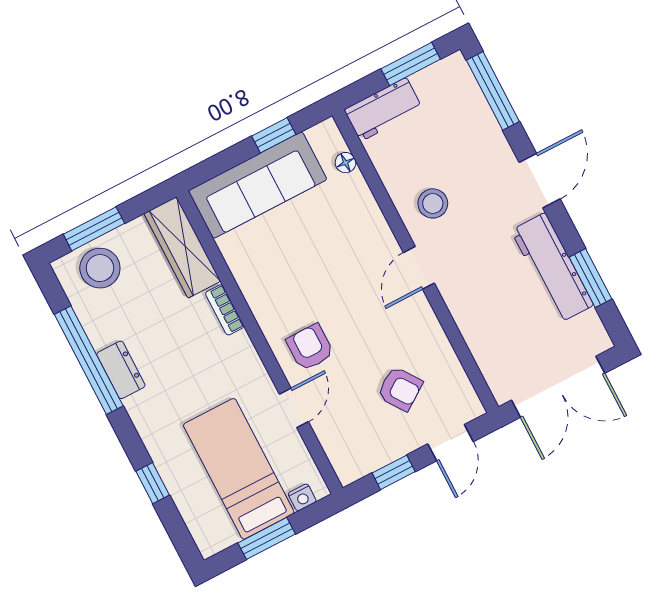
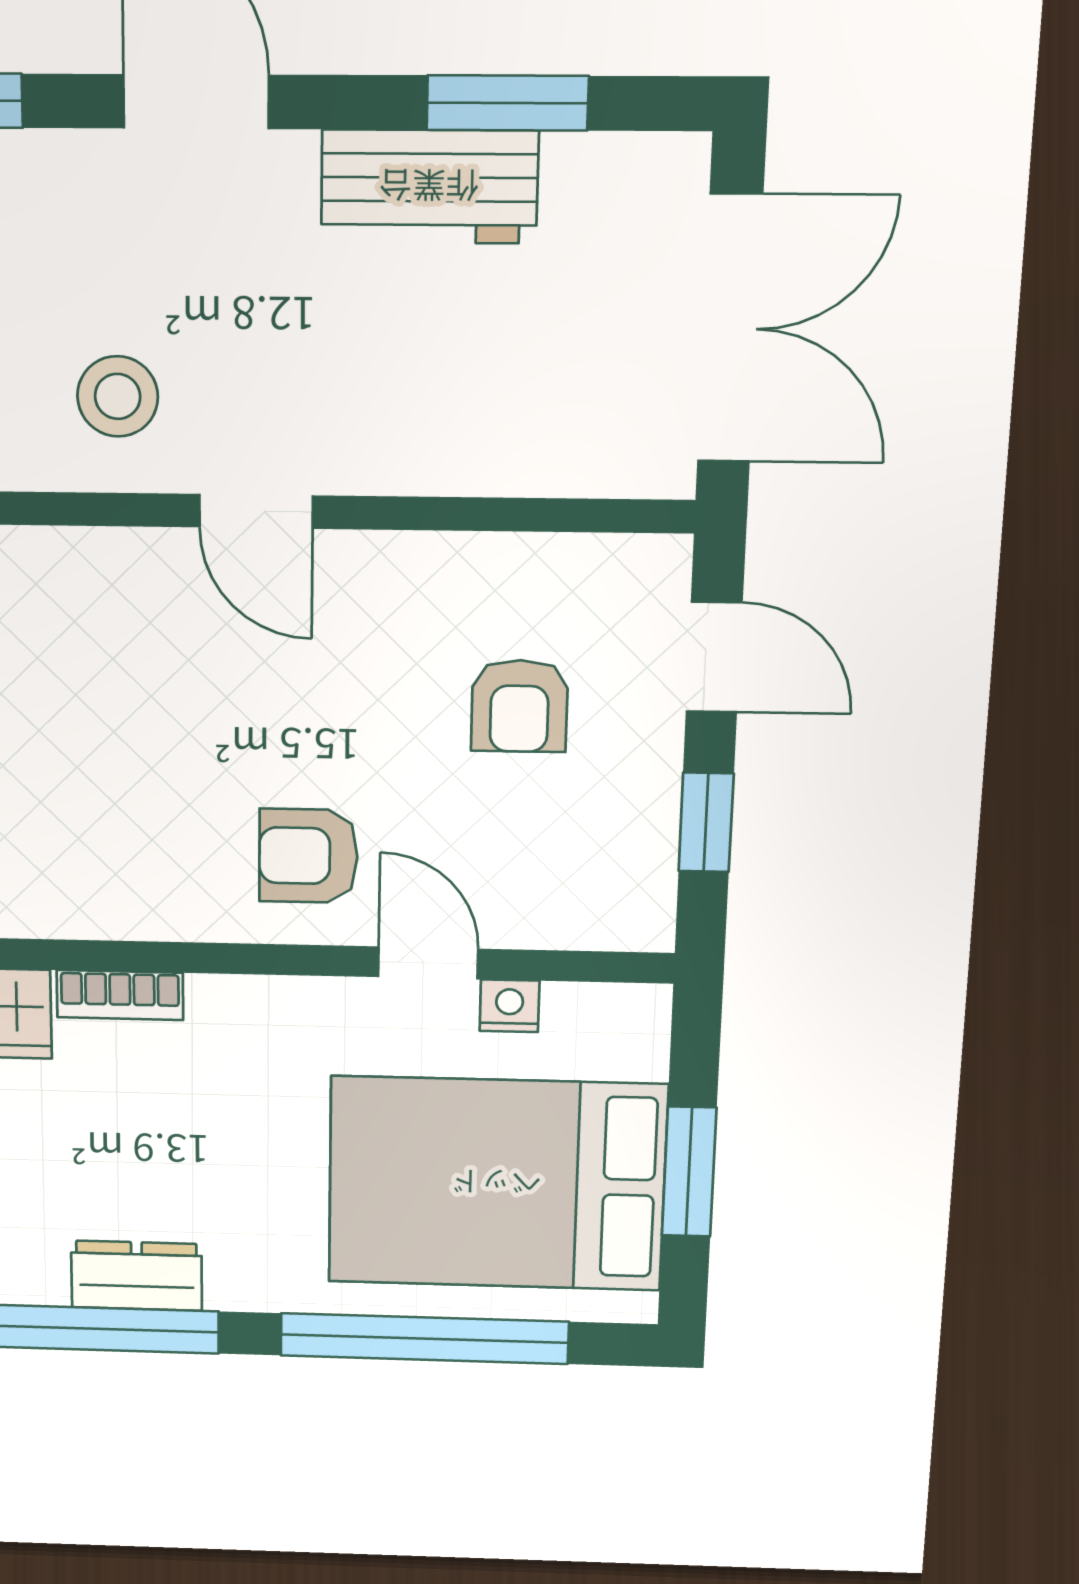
workbench: (552, 268) -> (429, 187), width x0.73
armchair: (400, 389) -> (519, 706), turned 125
bed: (239, 469) -> (496, 1184), width x1.50
window: (153, 483) -> (424, 1339), width x3.17
nightstand: (302, 497) -> (509, 1006), moved, turned -90

